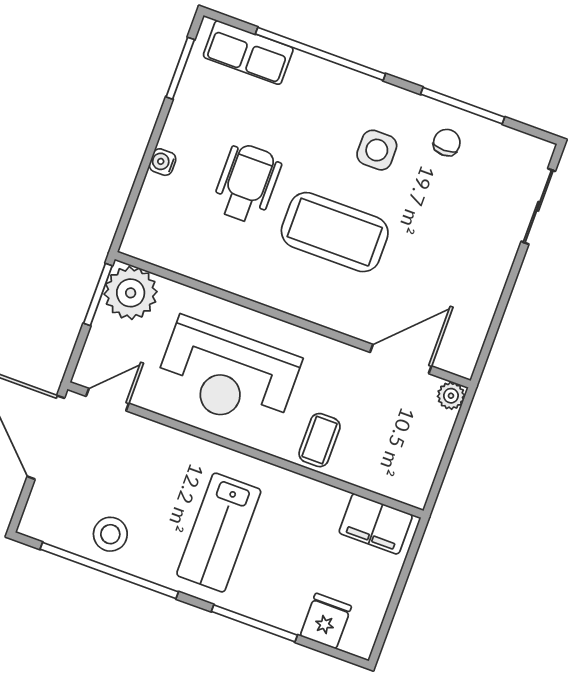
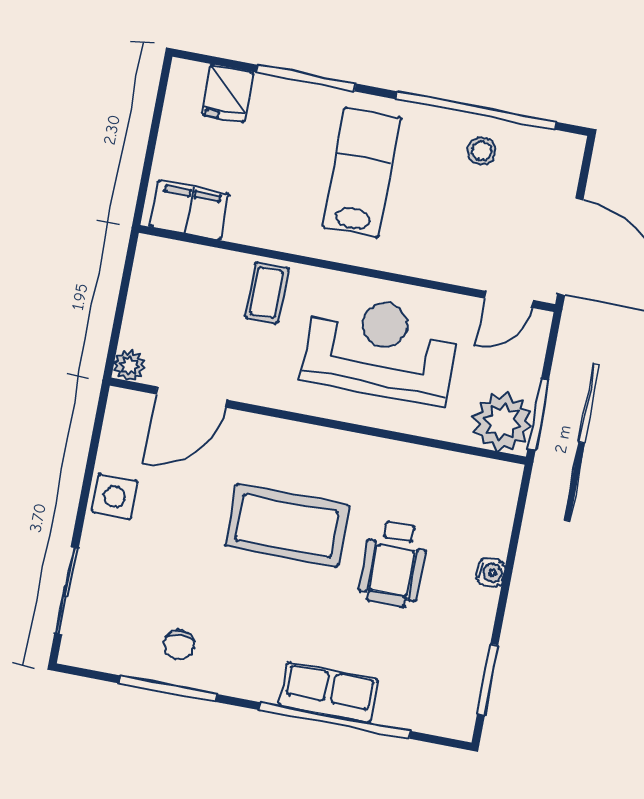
row of seats: (248, 52) -> (329, 693), moved
side table: (377, 150) -> (115, 497), moved
stool: (110, 534) -> (481, 151), width x0.73, depth x0.73

